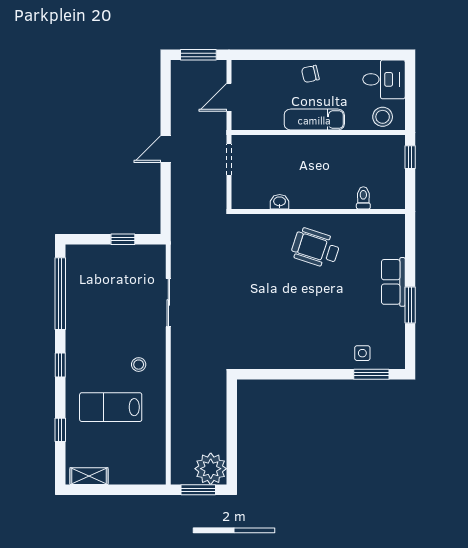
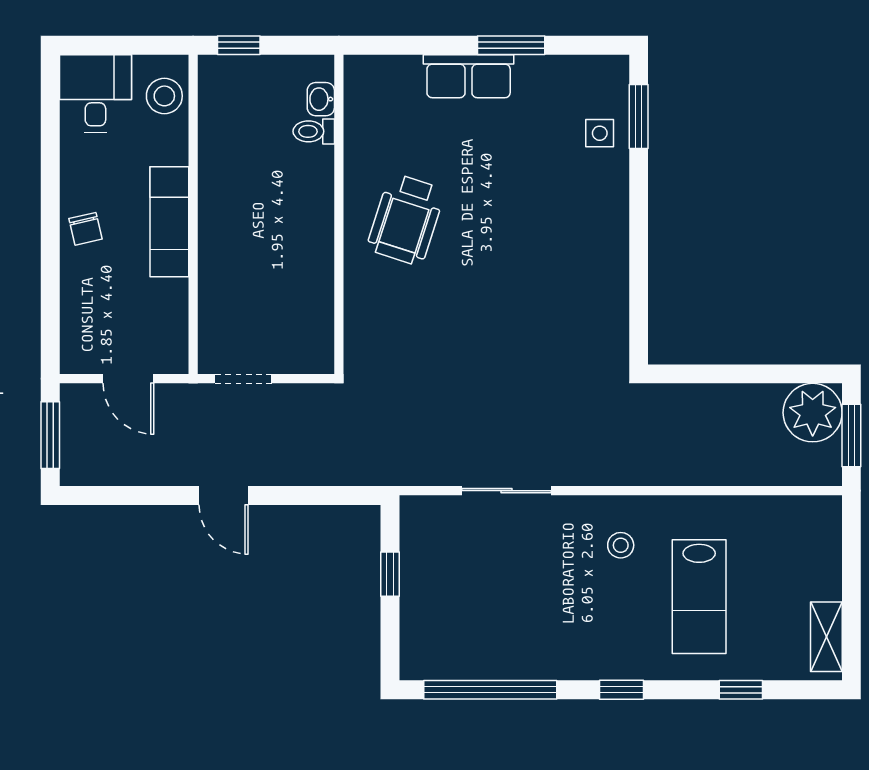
washbasin: (280, 202) -> (321, 99), moved

